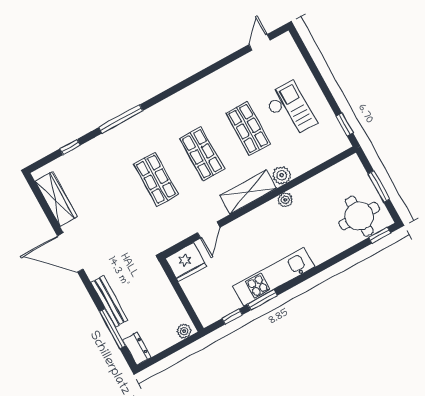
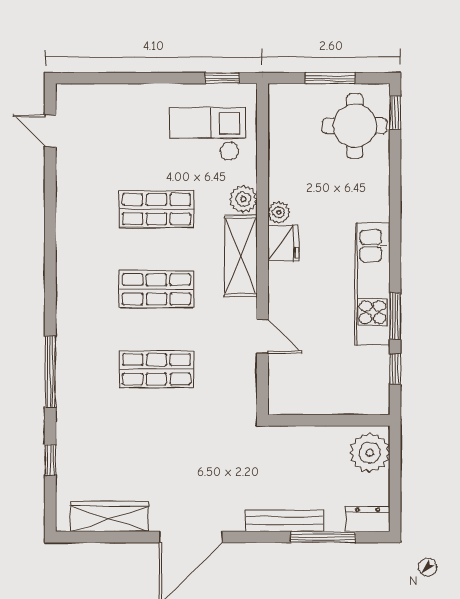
checkout: (290, 110) -> (207, 134), moved
fridge: (186, 262) -> (283, 243), moved, width x0.73, depth x0.75
plant: (184, 331) -> (370, 453), width x1.87, depth x1.87

